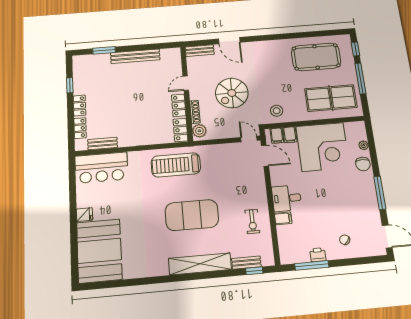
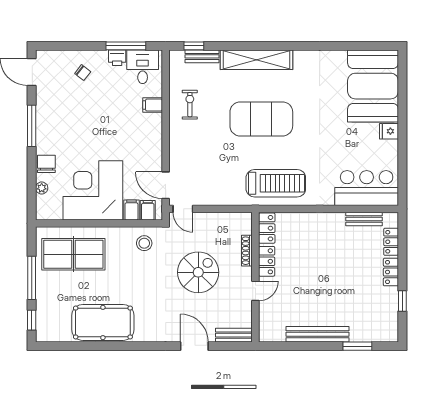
pool table: (316, 57) -> (103, 322), moved
plant: (199, 131) -> (243, 225), removed
desk: (287, 198) -> (143, 67), moved, turned -90

